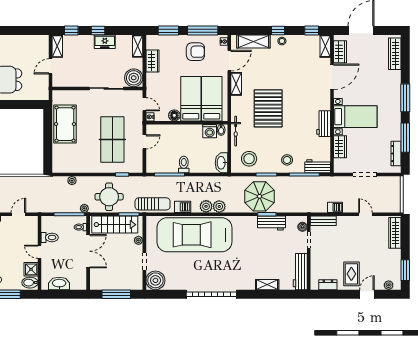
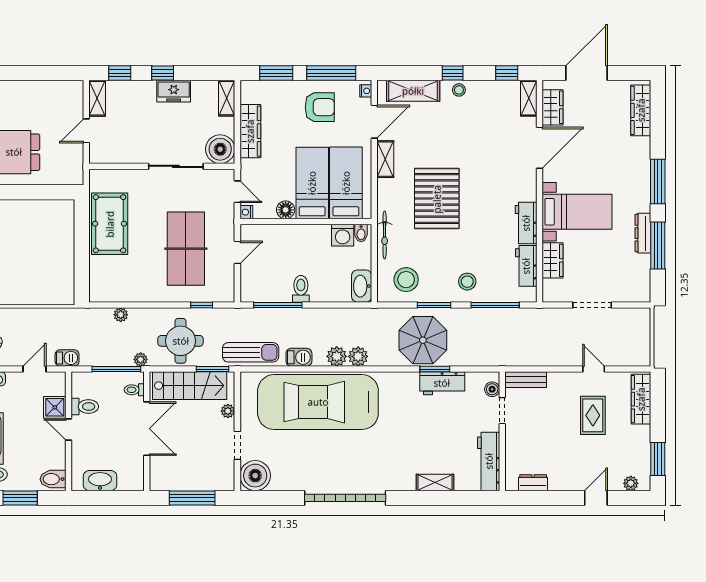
wardrobe: (152, 61) -> (250, 131), width x1.50
dresser: (396, 154) -> (643, 233), moved
workbench: (318, 166) -> (526, 266), moved, turned -90
barbecue: (335, 207) -> (67, 358), moved
shower: (31, 269) -> (55, 407), moved
rug: (351, 274) -> (593, 415), moved

